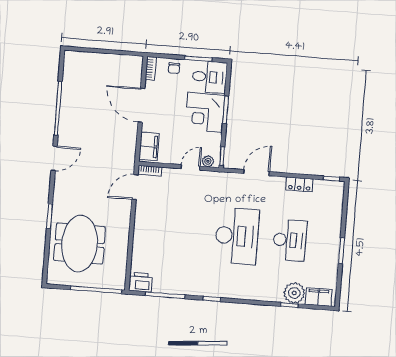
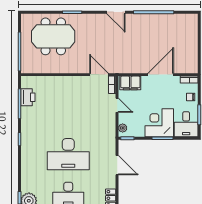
door: (190, 167) -> (117, 105), moved
printer: (141, 282) -> (28, 97), moved

